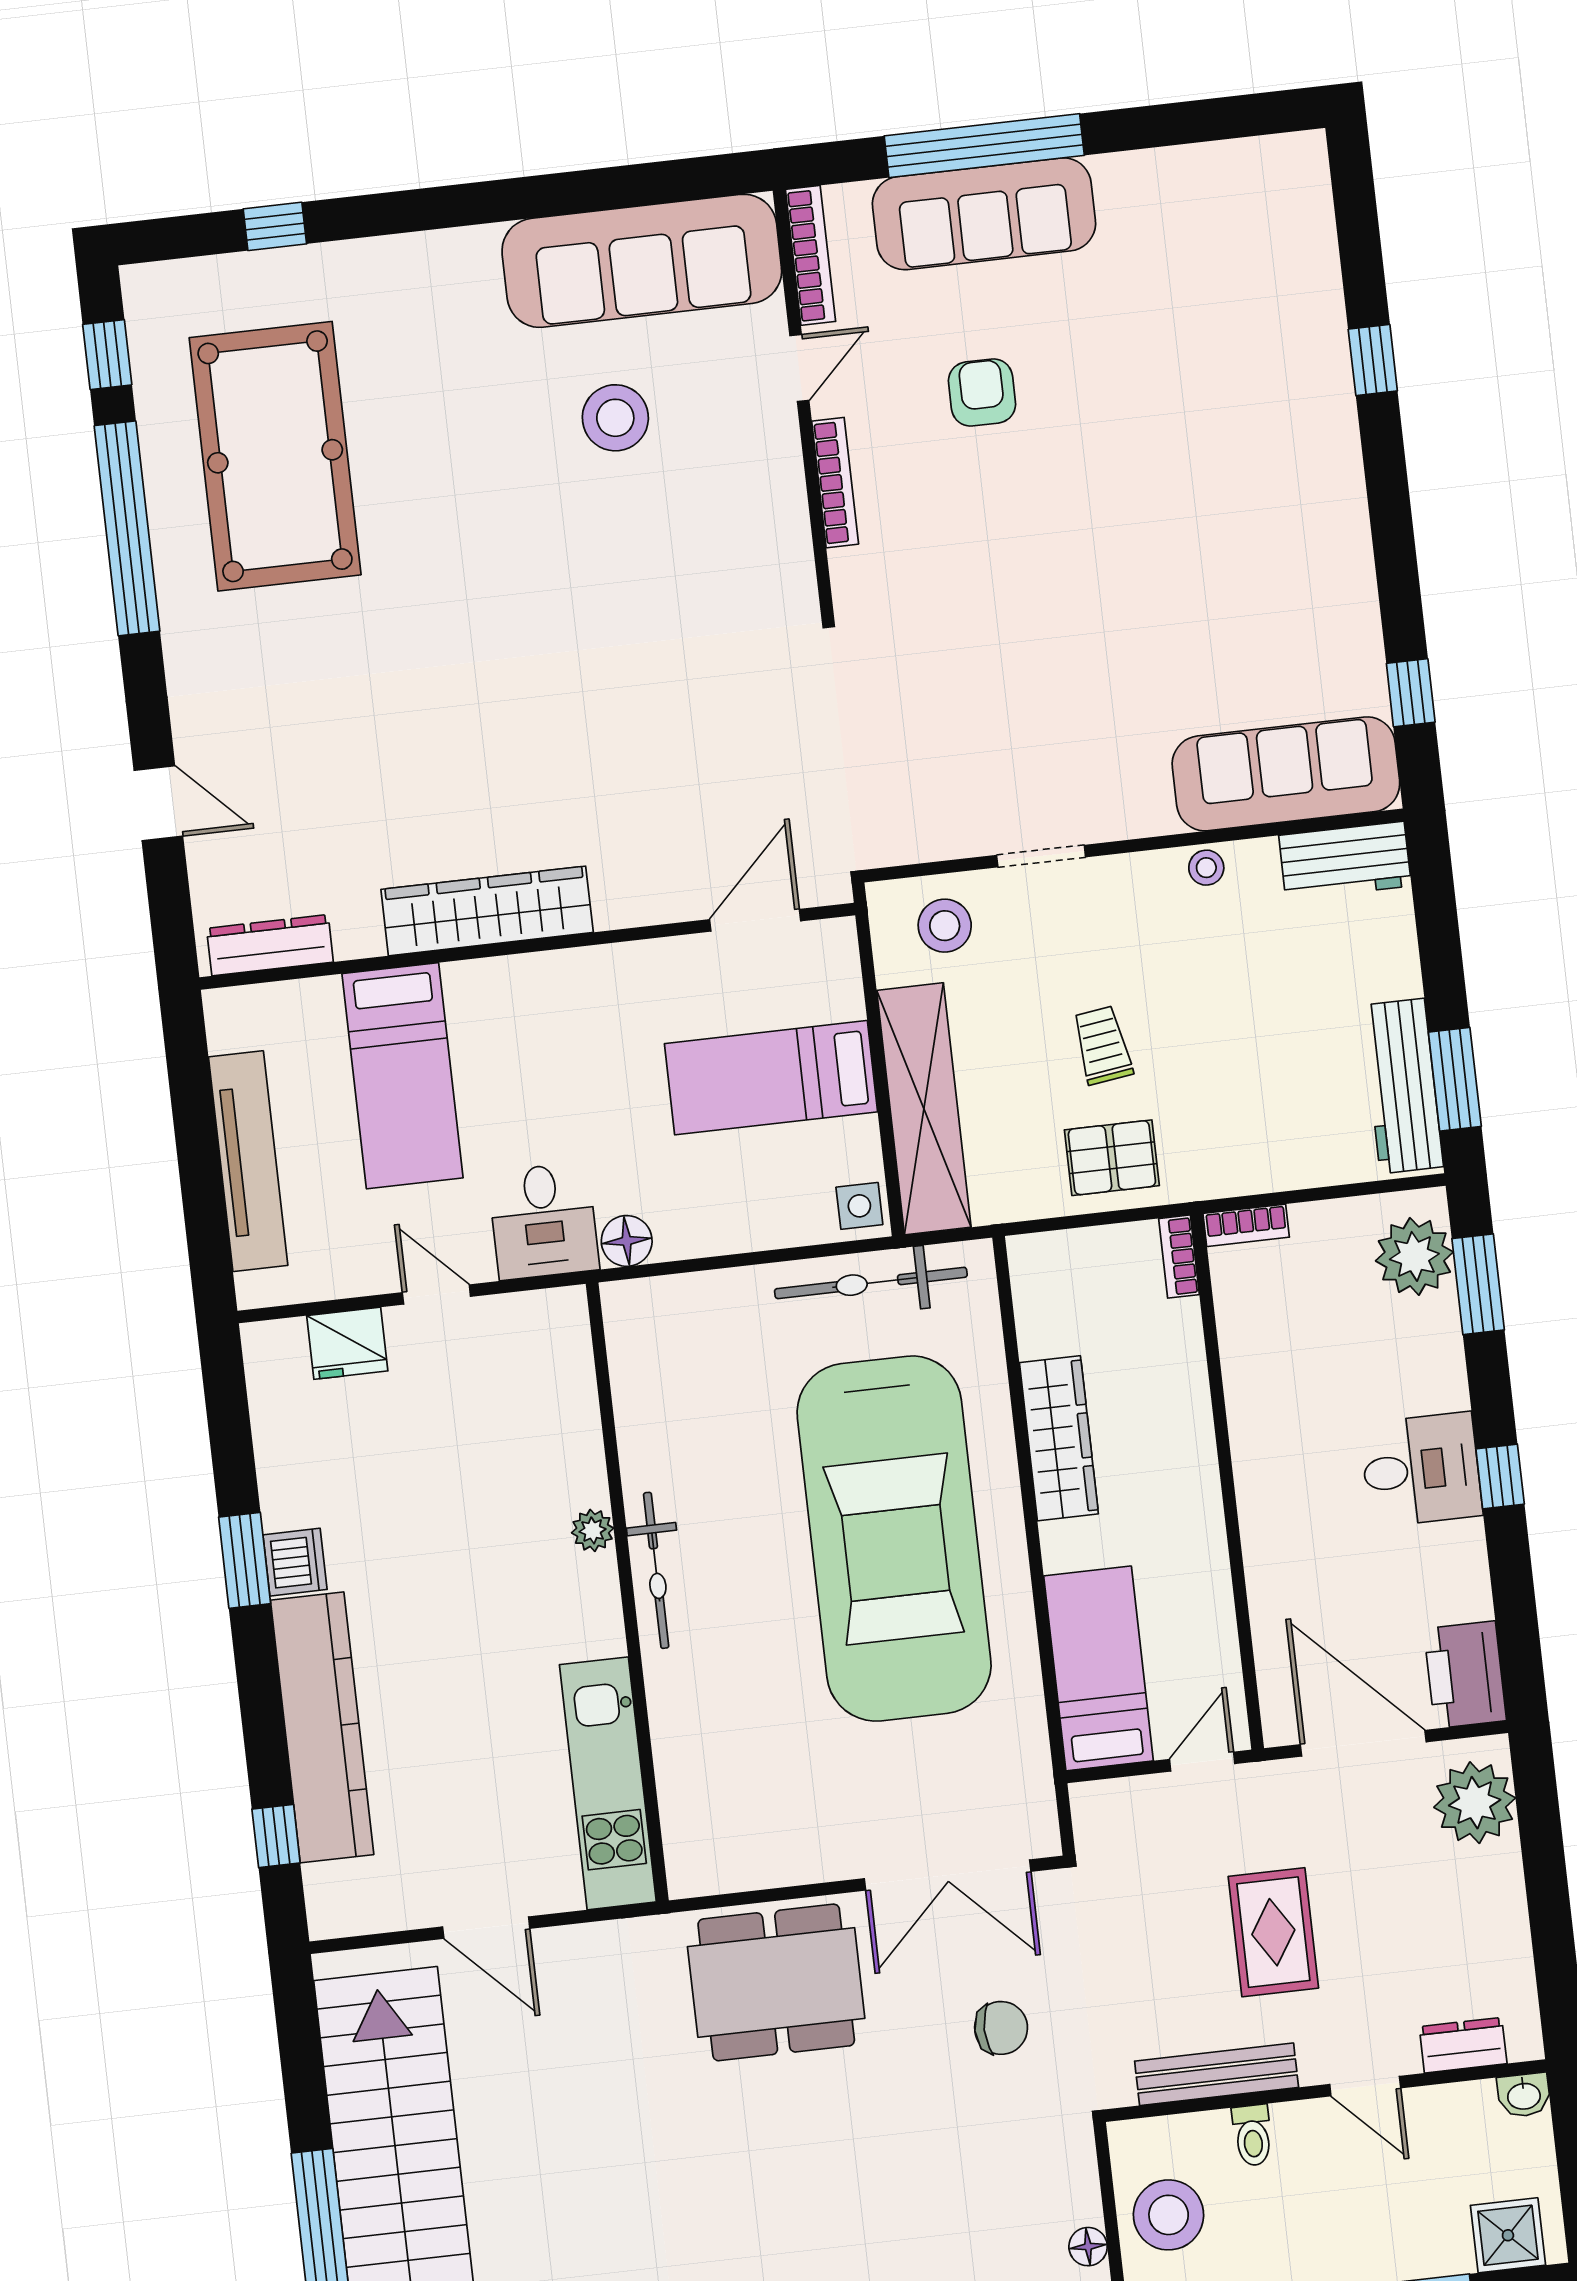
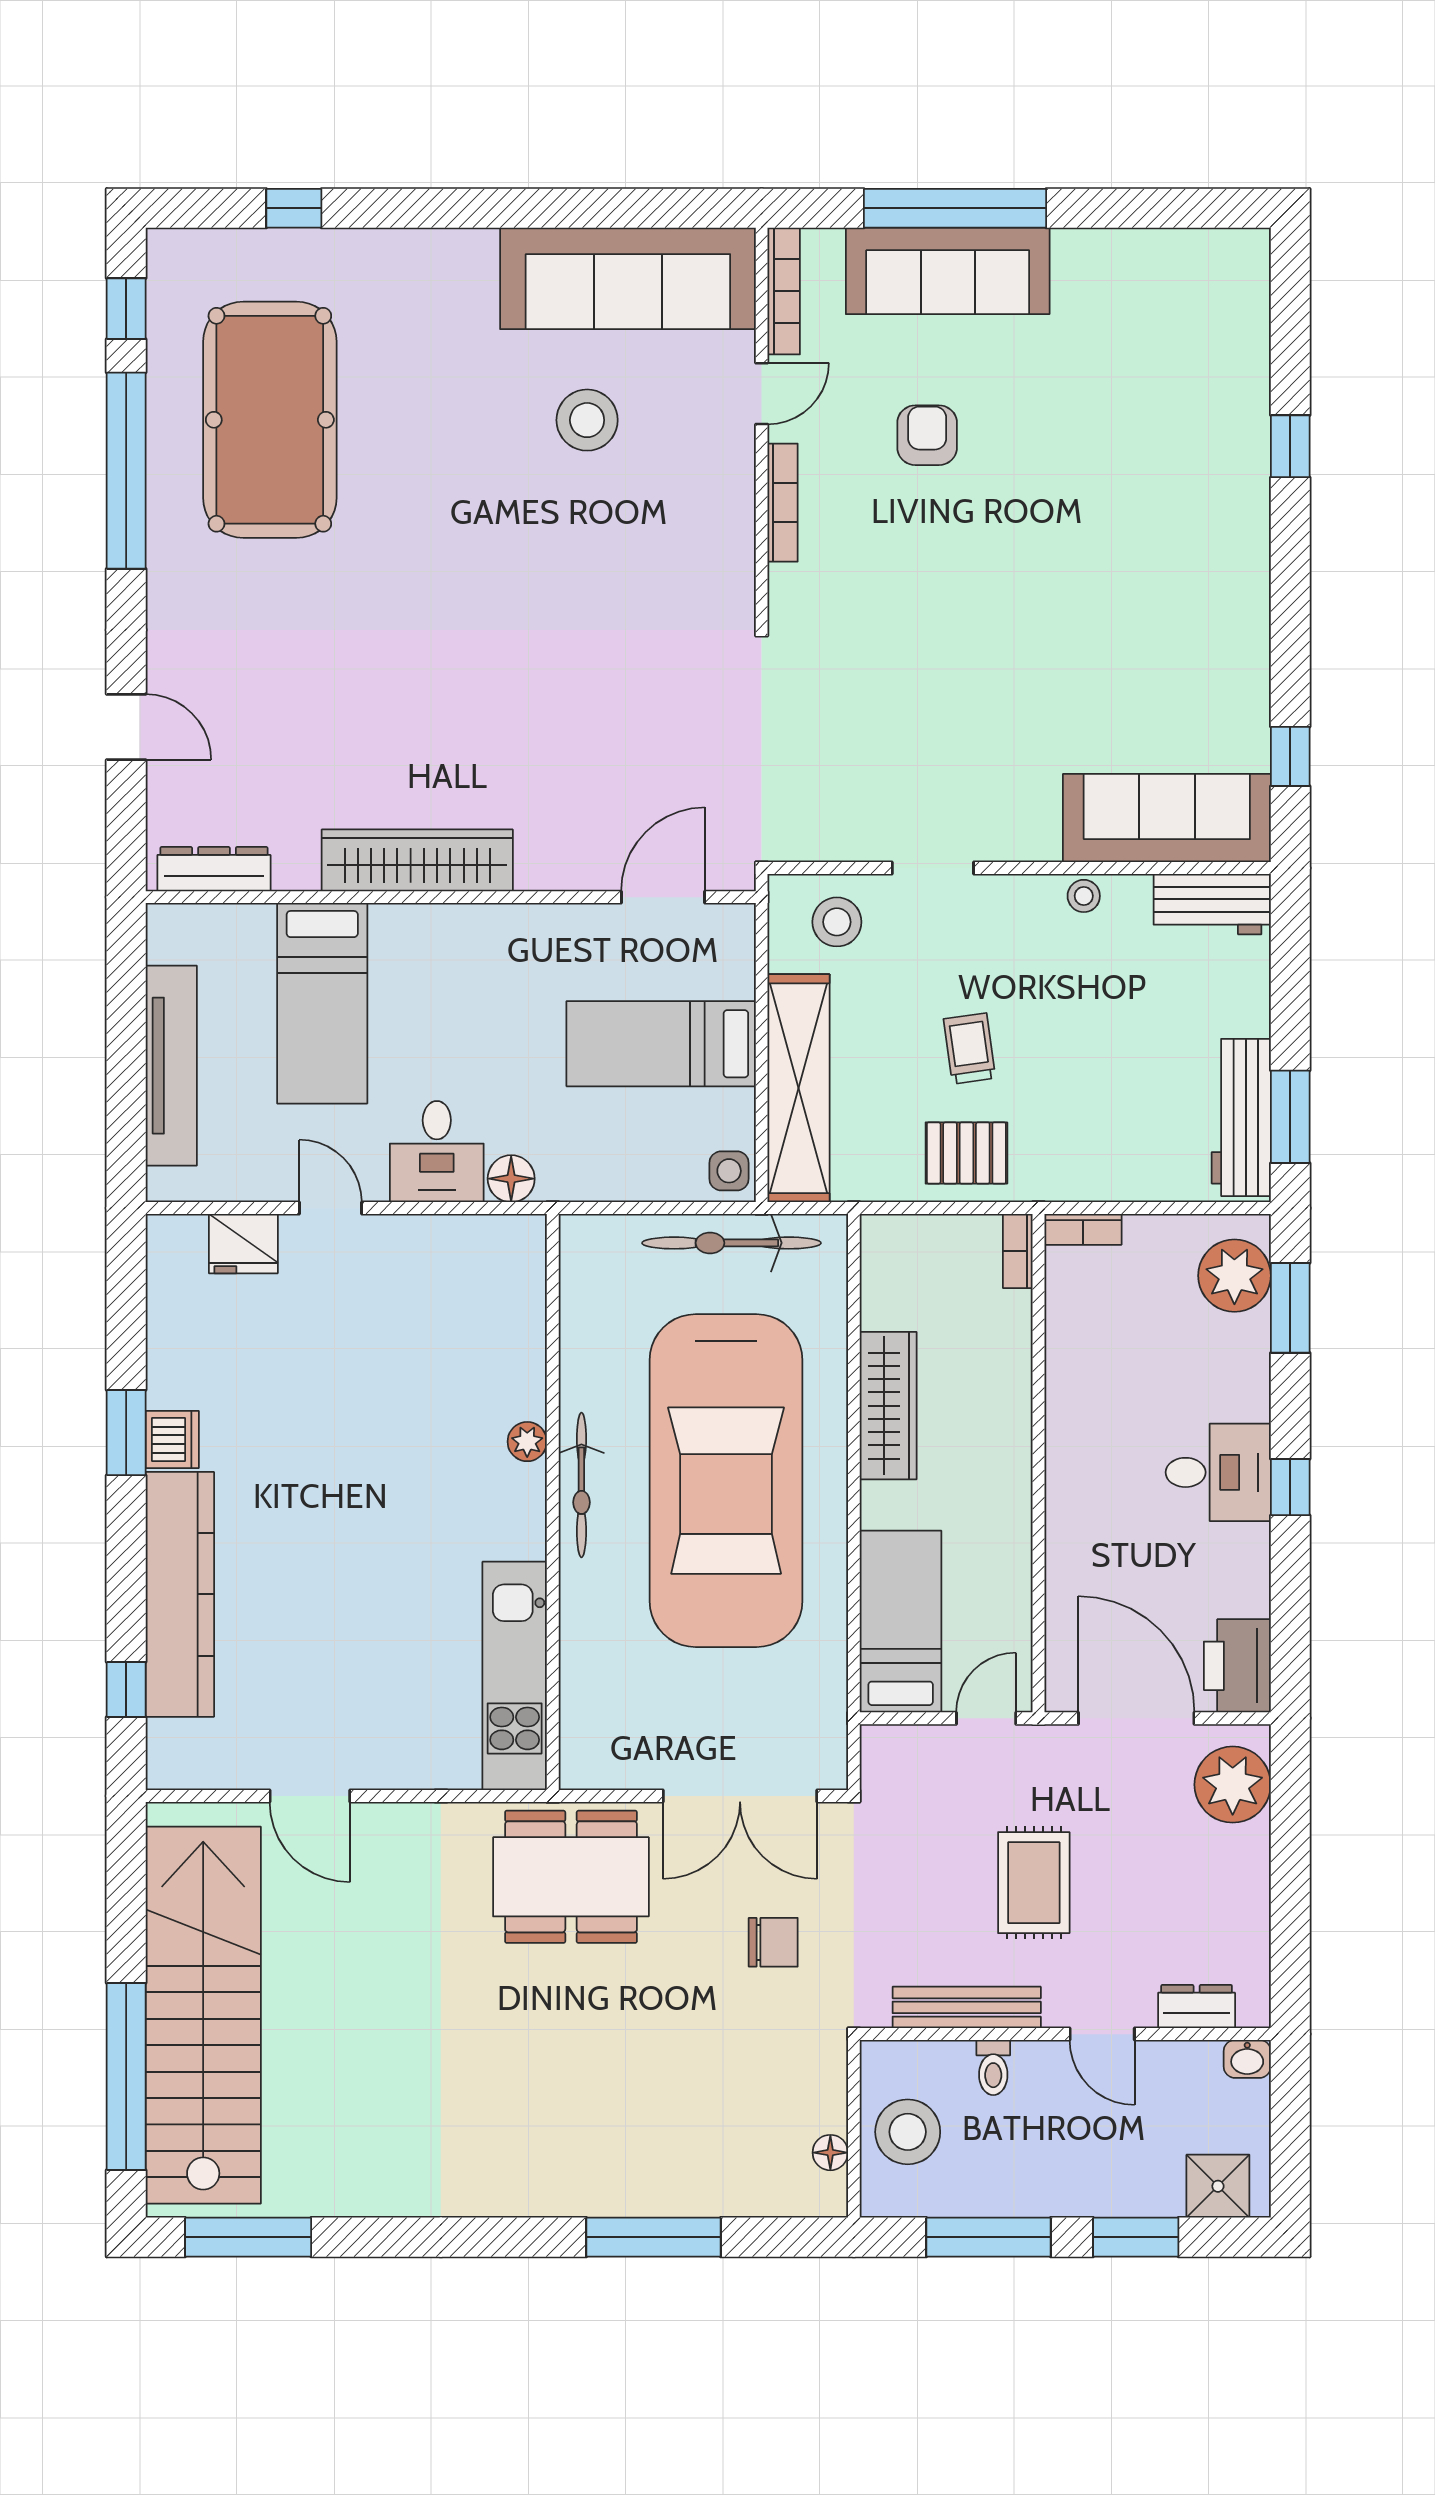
plant: (593, 1530) -> (527, 1442), moved
bicycle: (656, 1570) -> (581, 1485), moved
wall: (627, 1592) -> (553, 1502), moved
kitchen unit: (608, 1783) -> (515, 1676), moved

